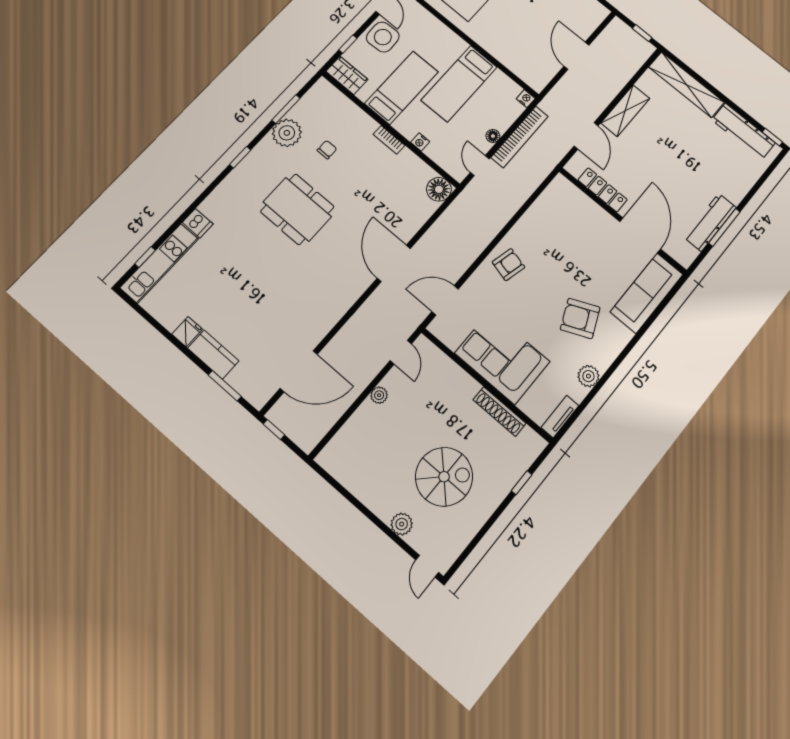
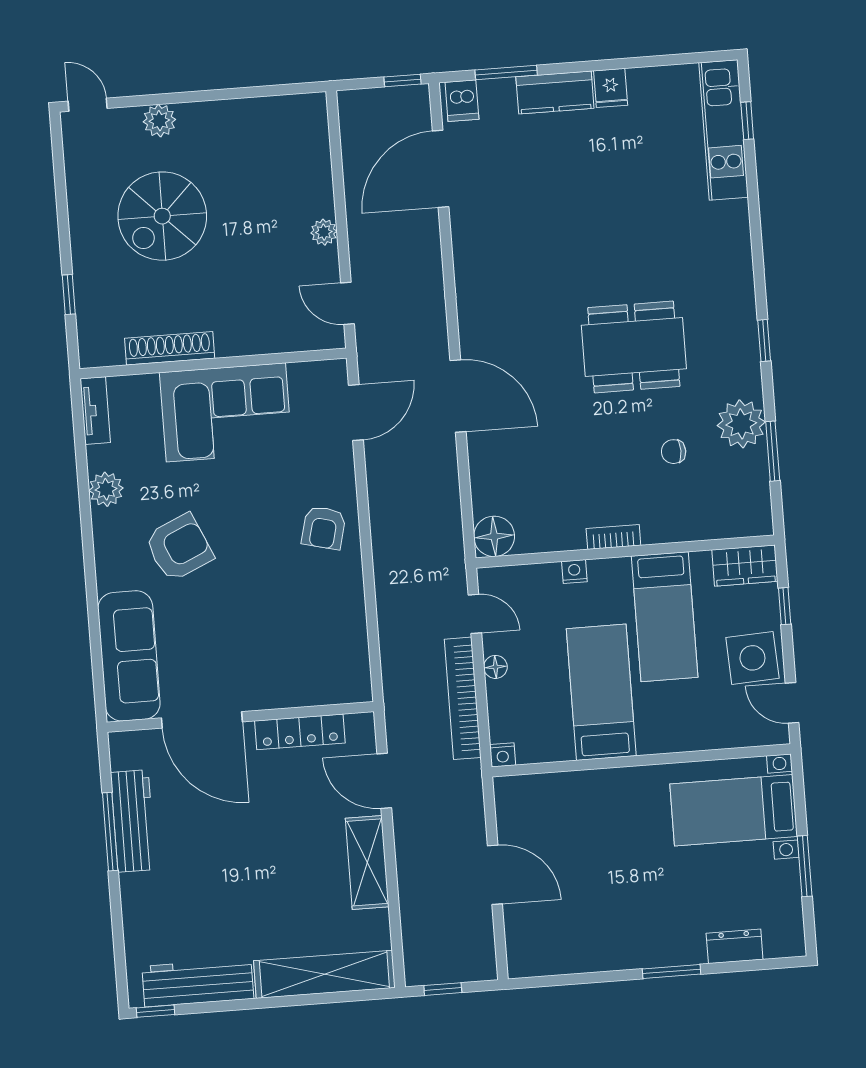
chair: (327, 150) -> (674, 452), turned 90
dishwasher: (198, 223) -> (462, 101), moved, turned -90

